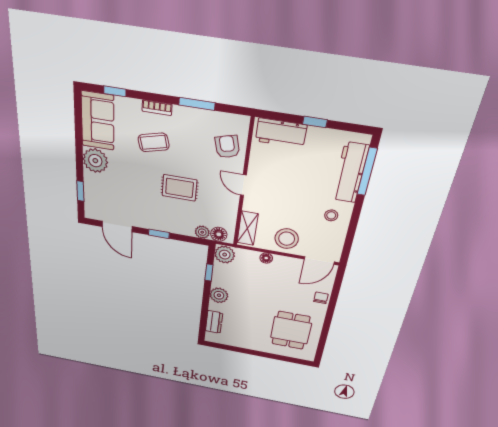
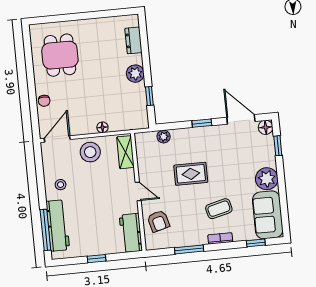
workbench: (281, 133) -> (131, 233), moved, turned -90
floor lamp: (219, 234) -> (266, 127), moved
plant: (225, 255) -> (139, 120), removed

